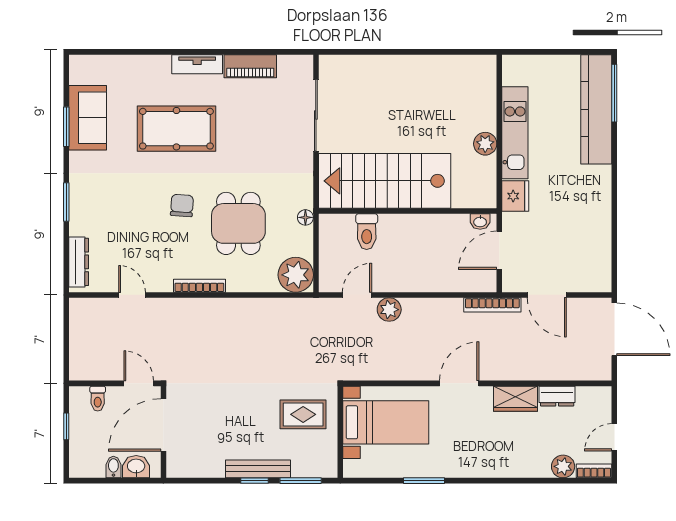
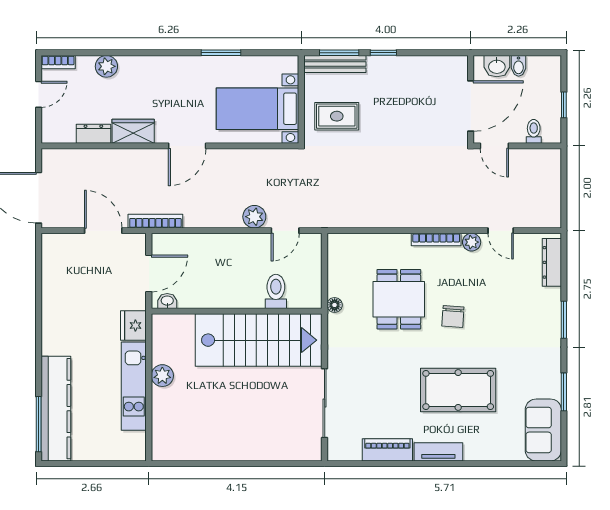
sofa: (88, 118) -> (543, 430), moved
plant: (296, 275) -> (472, 242), moved, width x0.53, depth x0.53
plant: (563, 466) -> (106, 66), moved
bench: (258, 469) -> (335, 64), moved

